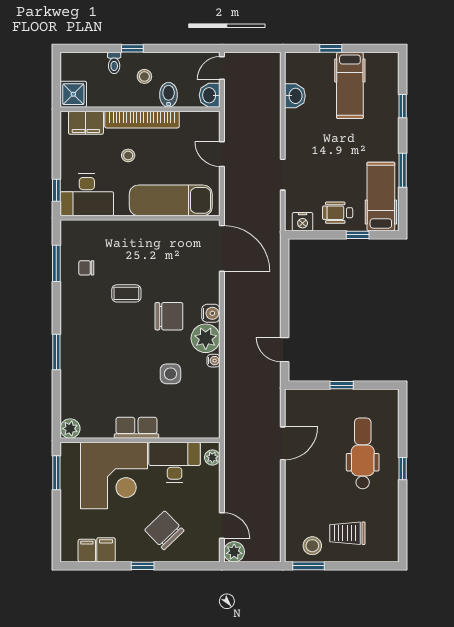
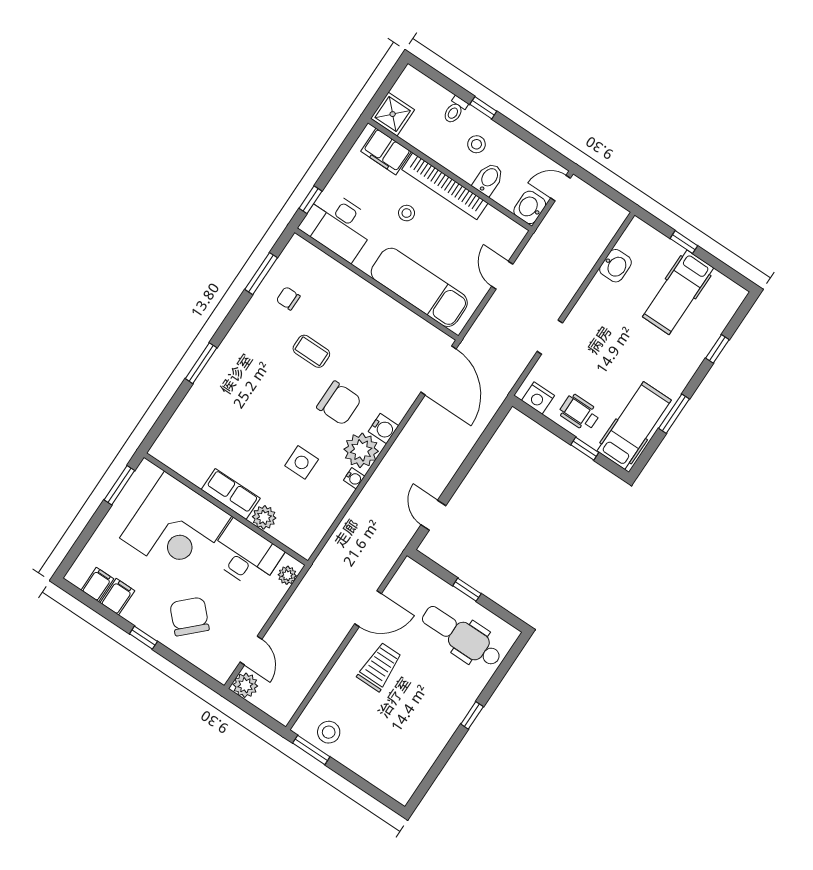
plant: (70, 429) -> (264, 517), moved
dental chair: (363, 453) -> (462, 636), moved, turned -90
trolley: (347, 533) -> (380, 667), moved, turned 90

